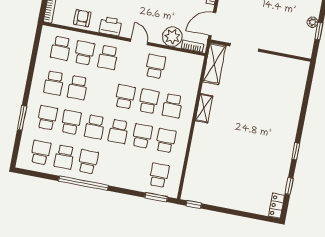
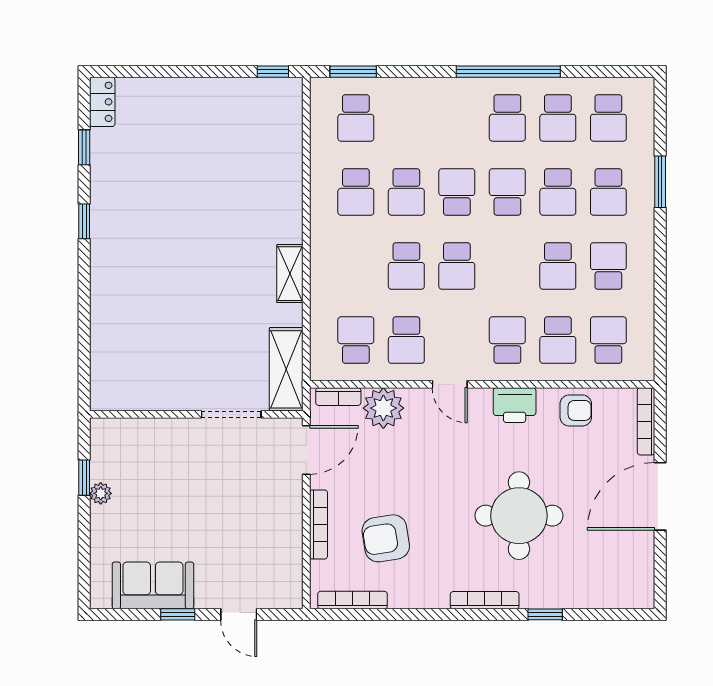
armchair: (82, 18) -> (576, 410), turned -90
school desk: (78, 88) -> (558, 266), turned 180
school desk: (172, 106) -> (356, 340), moved
school desk: (64, 157) -> (558, 118), turned 180

